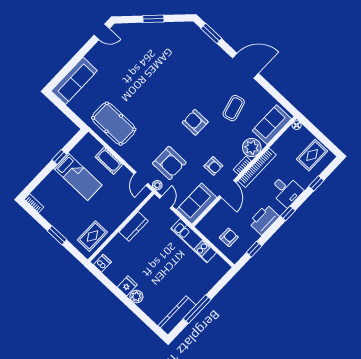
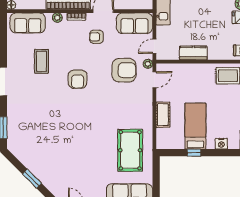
coffee table: (234, 108) -> (41, 61), turned -75
pool table: (114, 124) -> (130, 150), moved
plant: (252, 147) -> (57, 18), width x0.53, depth x0.53
armchair: (169, 163) -> (124, 70), turned 90
armchair: (213, 166) -> (96, 37), turned -90
nightstand: (47, 184) -> (221, 144), added

